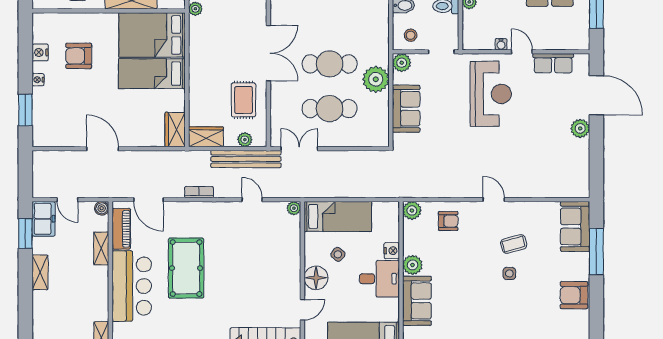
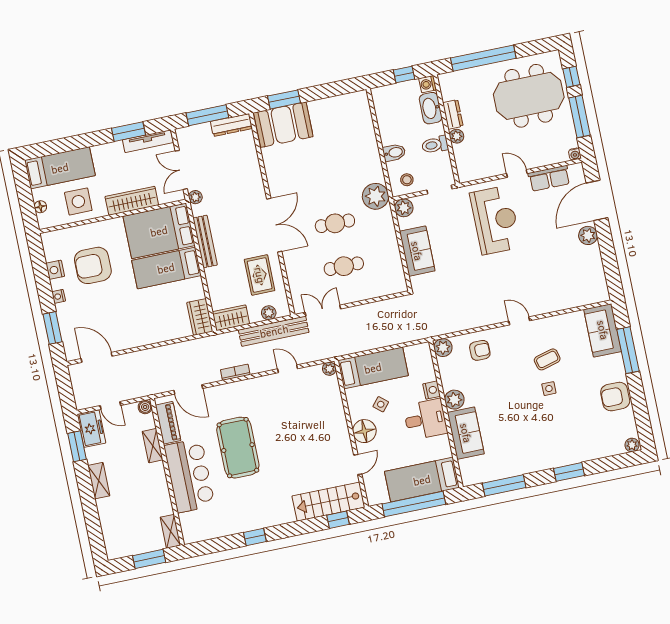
water cooler: (501, 44) -> (575, 154), moved
bench: (196, 55) -> (205, 242), added
armchair: (79, 56) -> (93, 265), width x1.36, depth x1.36
cafe table: (330, 64) -> (335, 223), width x0.73, depth x0.74
plant: (376, 79) -> (376, 196), moved
door: (596, 95) -> (597, 200), swing flipped
cafe table: (330, 109) -> (344, 266), width x0.73, depth x0.74
door: (103, 149) -> (97, 357), moved

